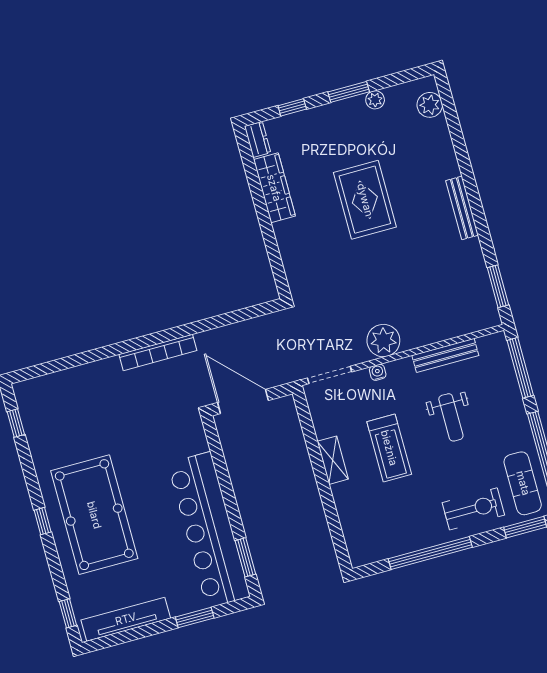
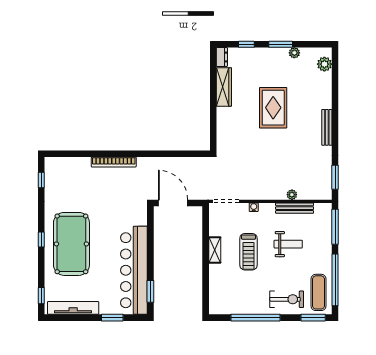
plant: (383, 341) -> (292, 195), moved, width x0.53, depth x0.53
bookcase: (158, 352) -> (114, 162), moved
weight bench: (451, 417) -> (288, 244), turned -90

